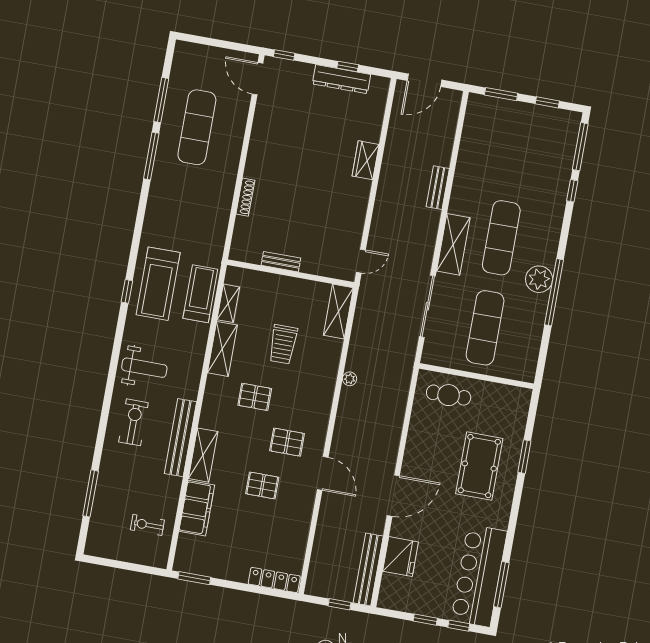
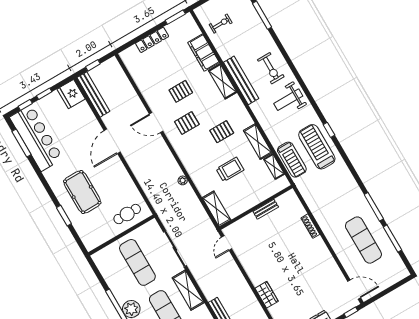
trolley: (283, 344) -> (230, 169), turned 90
fridge: (400, 557) -> (71, 94), moved
locker: (274, 580) -> (152, 40), moved

